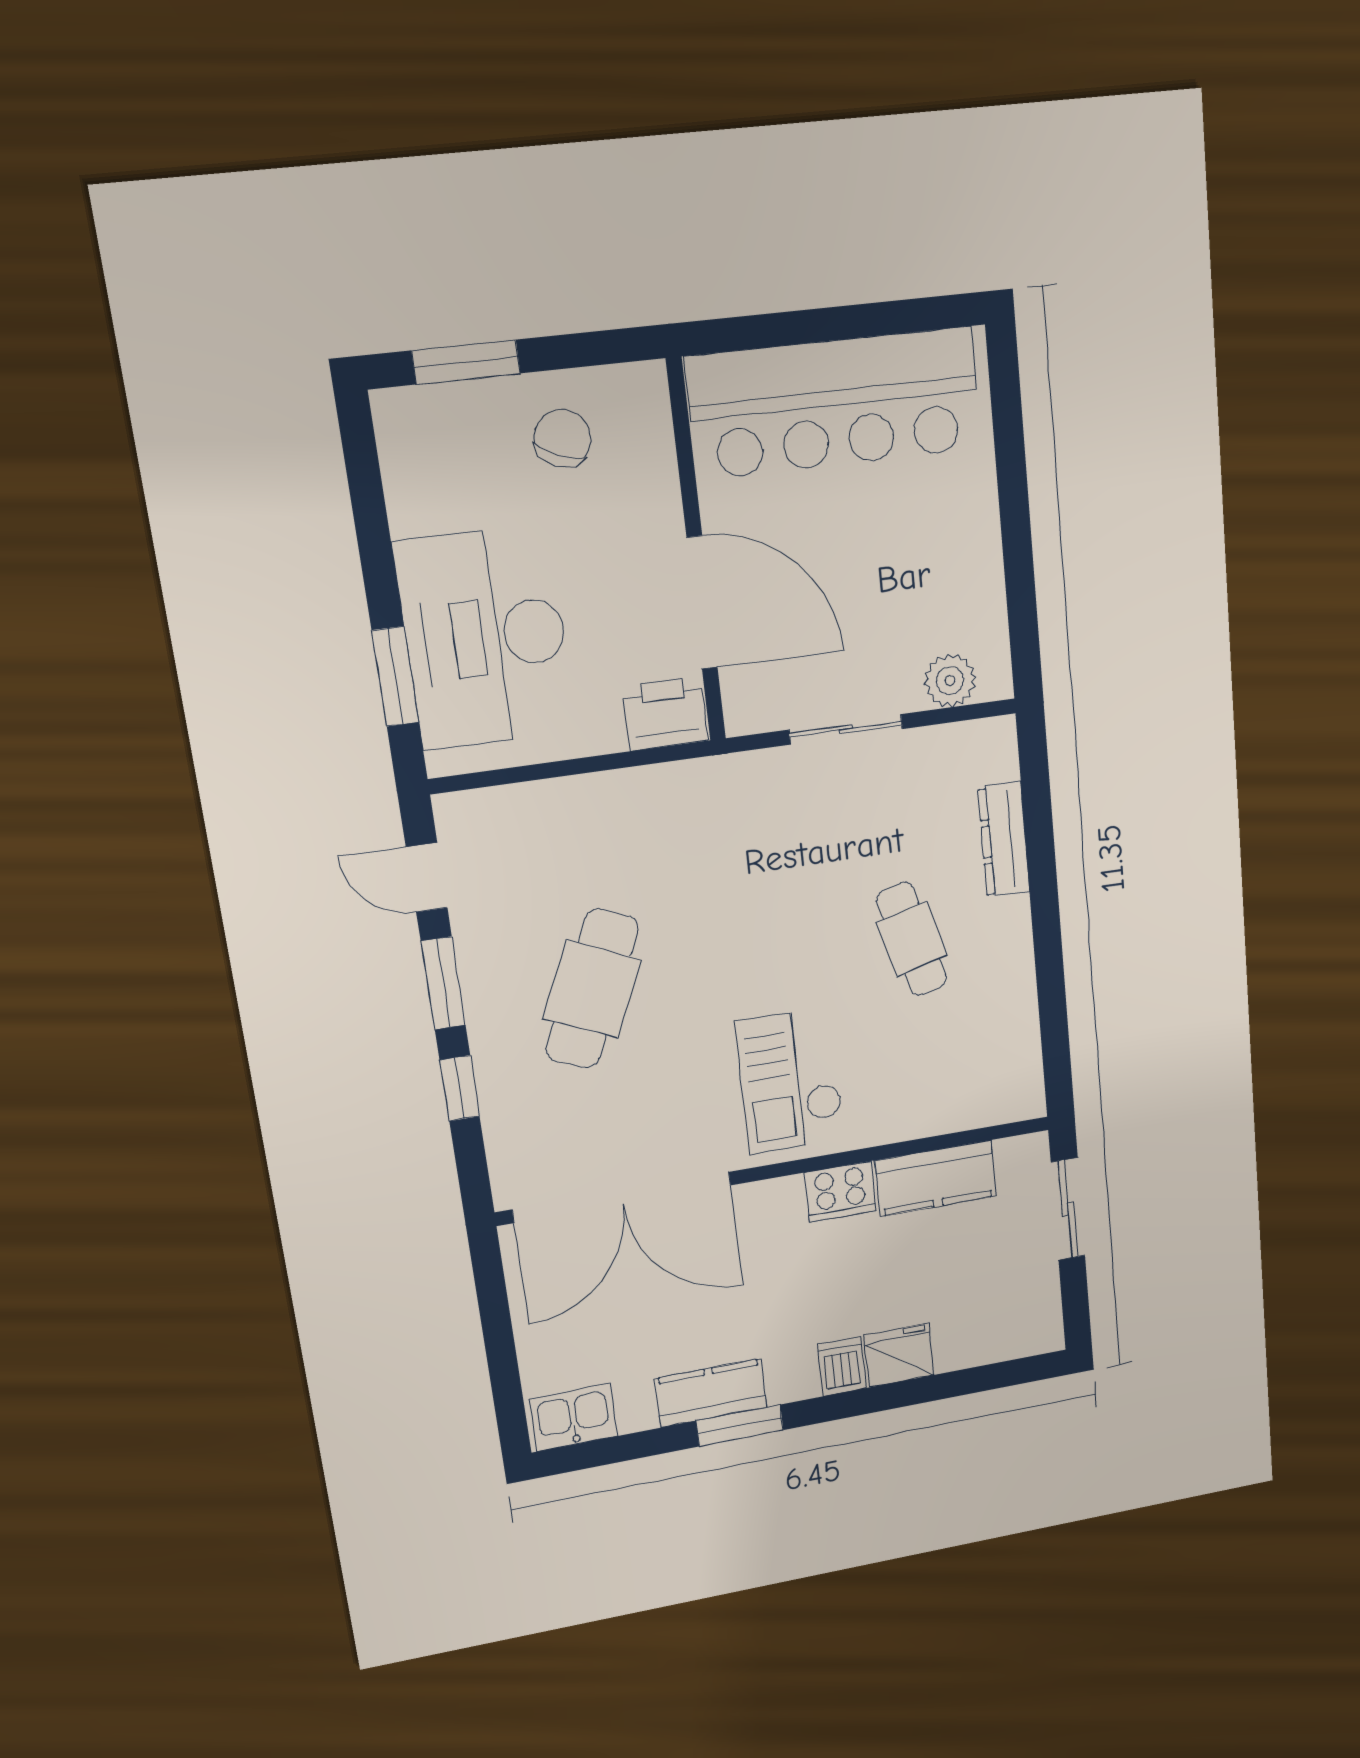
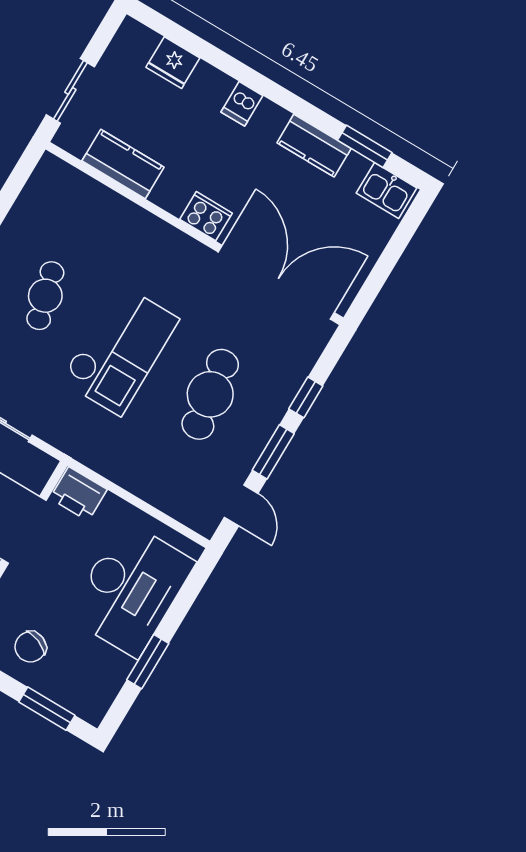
window: (395, 676) -> (148, 662), moved
cafe table: (592, 989) -> (210, 394), turned -33
checkout: (790, 1080) -> (120, 350), moved, width x1.36, depth x1.21
cooker: (840, 1192) -> (206, 216), moved
fridge: (899, 1355) -> (173, 63), moved
window: (740, 1426) -> (365, 146), moved

